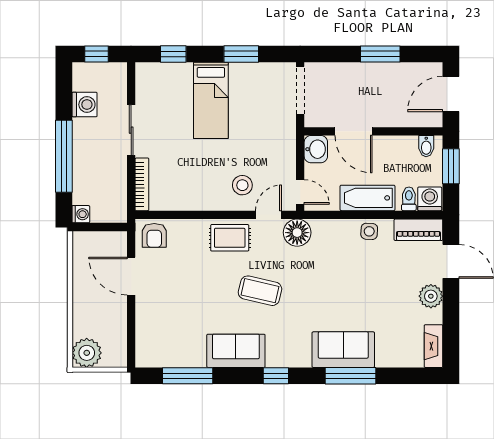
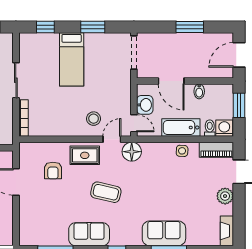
bidet: (426, 146) -> (199, 91), moved
washbasin: (316, 149) -> (145, 105), moved
armchair: (154, 235) -> (53, 171), moved

